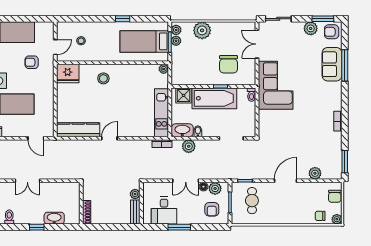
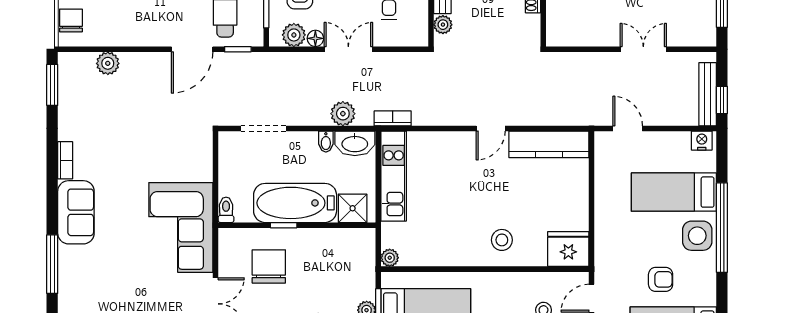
armchair: (32, 62) -> (661, 279), moved
sofa: (332, 64) -> (76, 212), moved
door: (285, 181) -> (192, 49), moved

